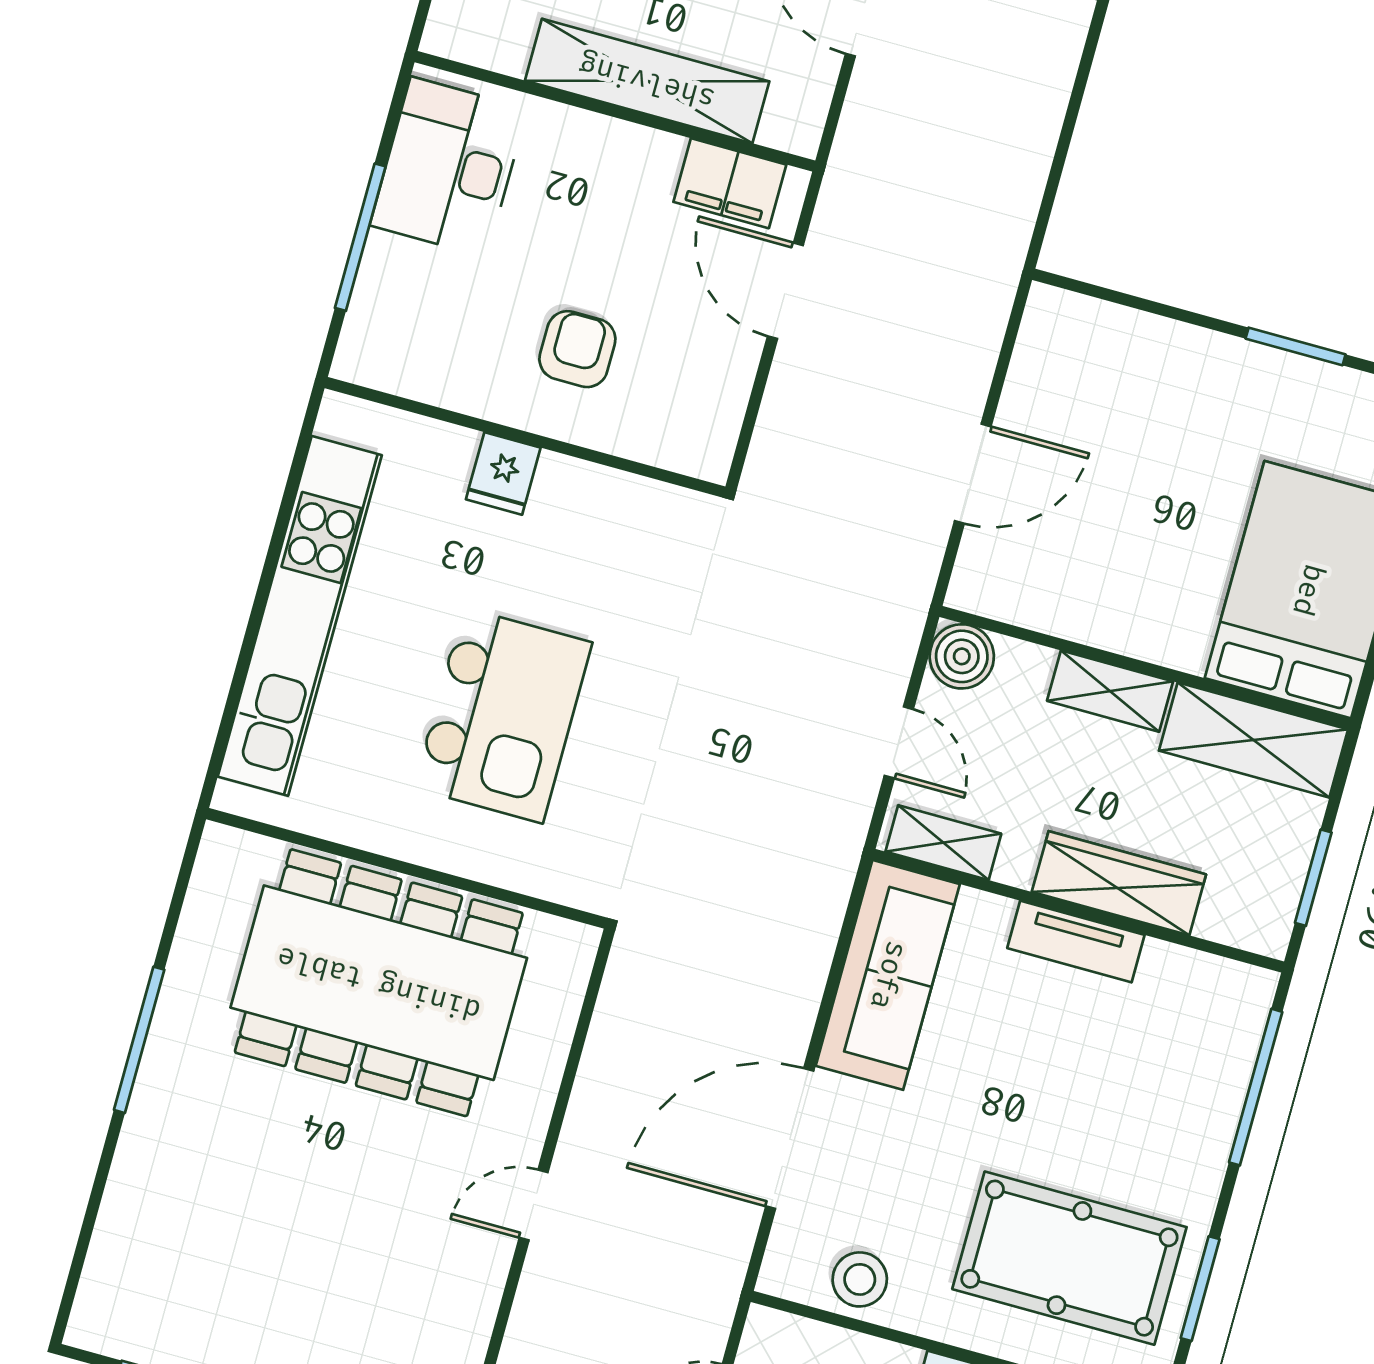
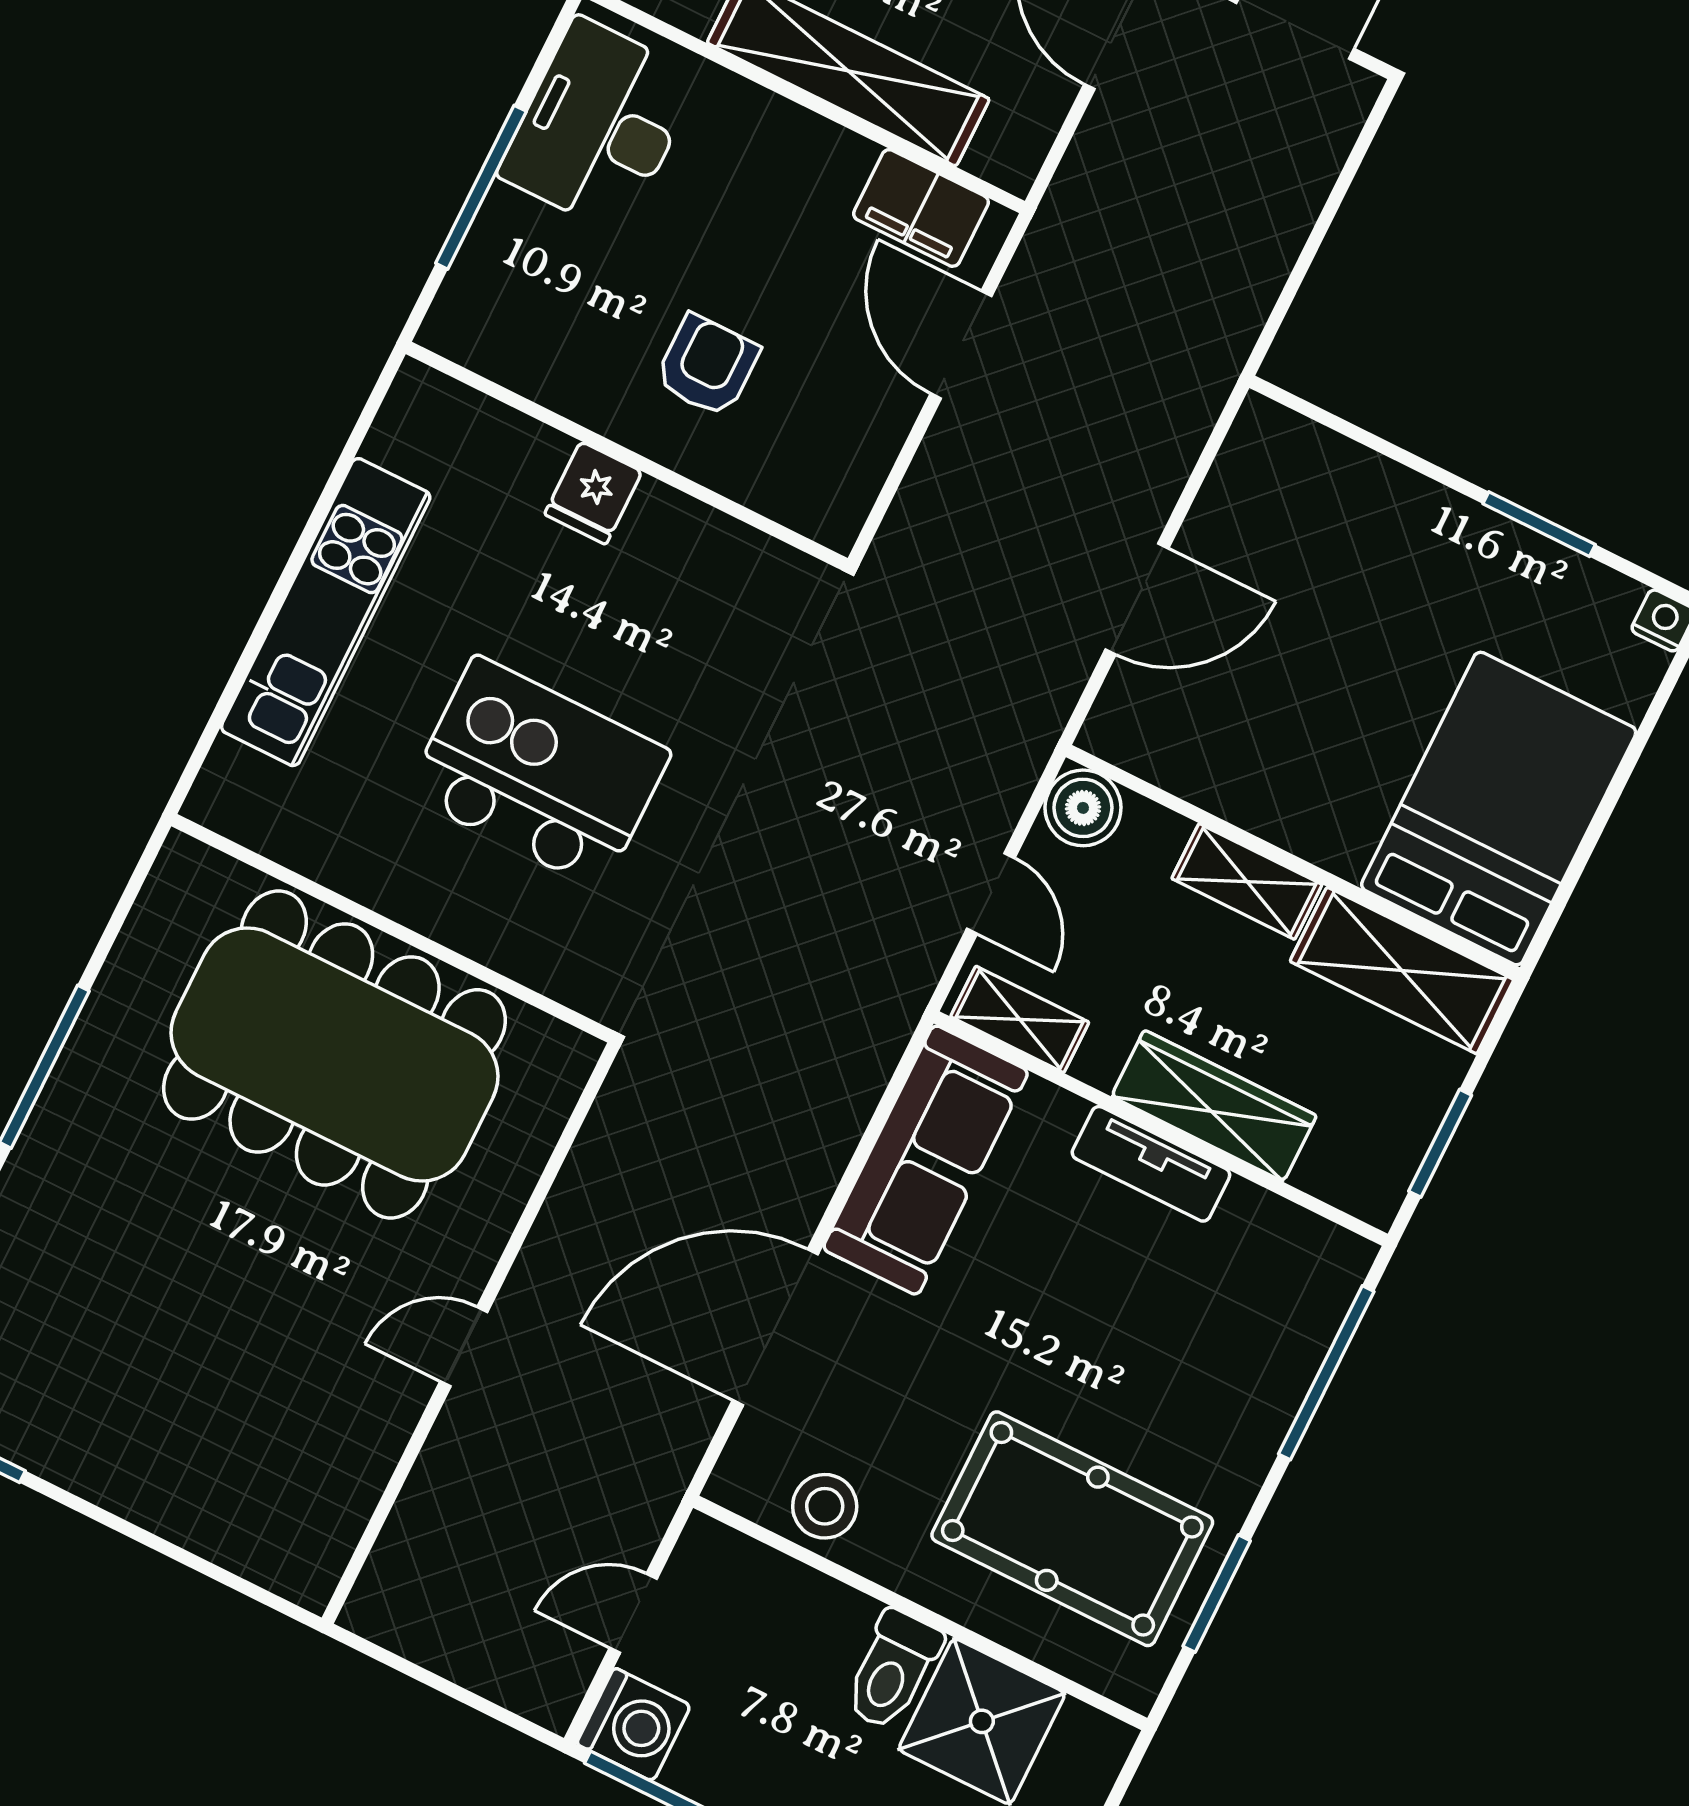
kitchen unit: (300, 616) -> (326, 612), width x0.73
kitchen island: (503, 715) -> (539, 773), turned -90

